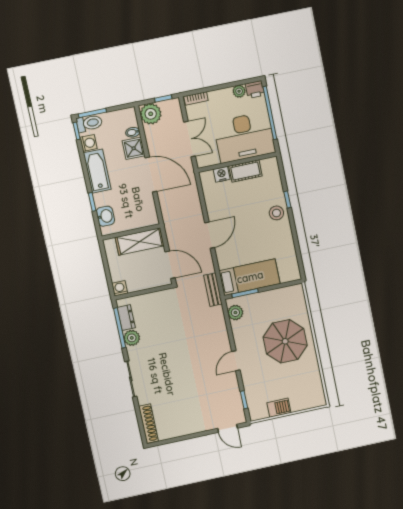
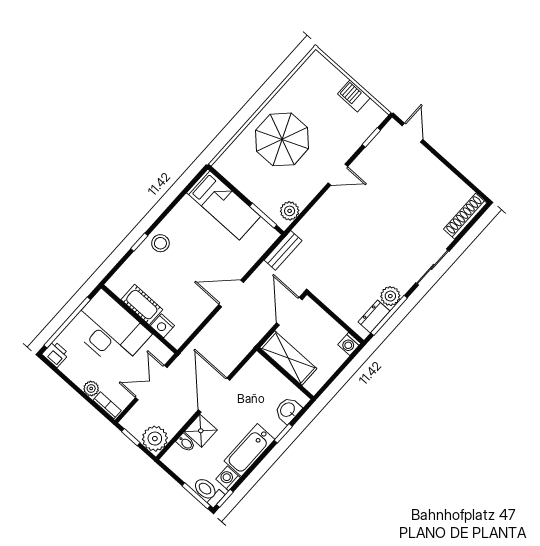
plant: (239, 91) -> (91, 388), moved
bed: (250, 277) -> (224, 205), moved, turned 180

